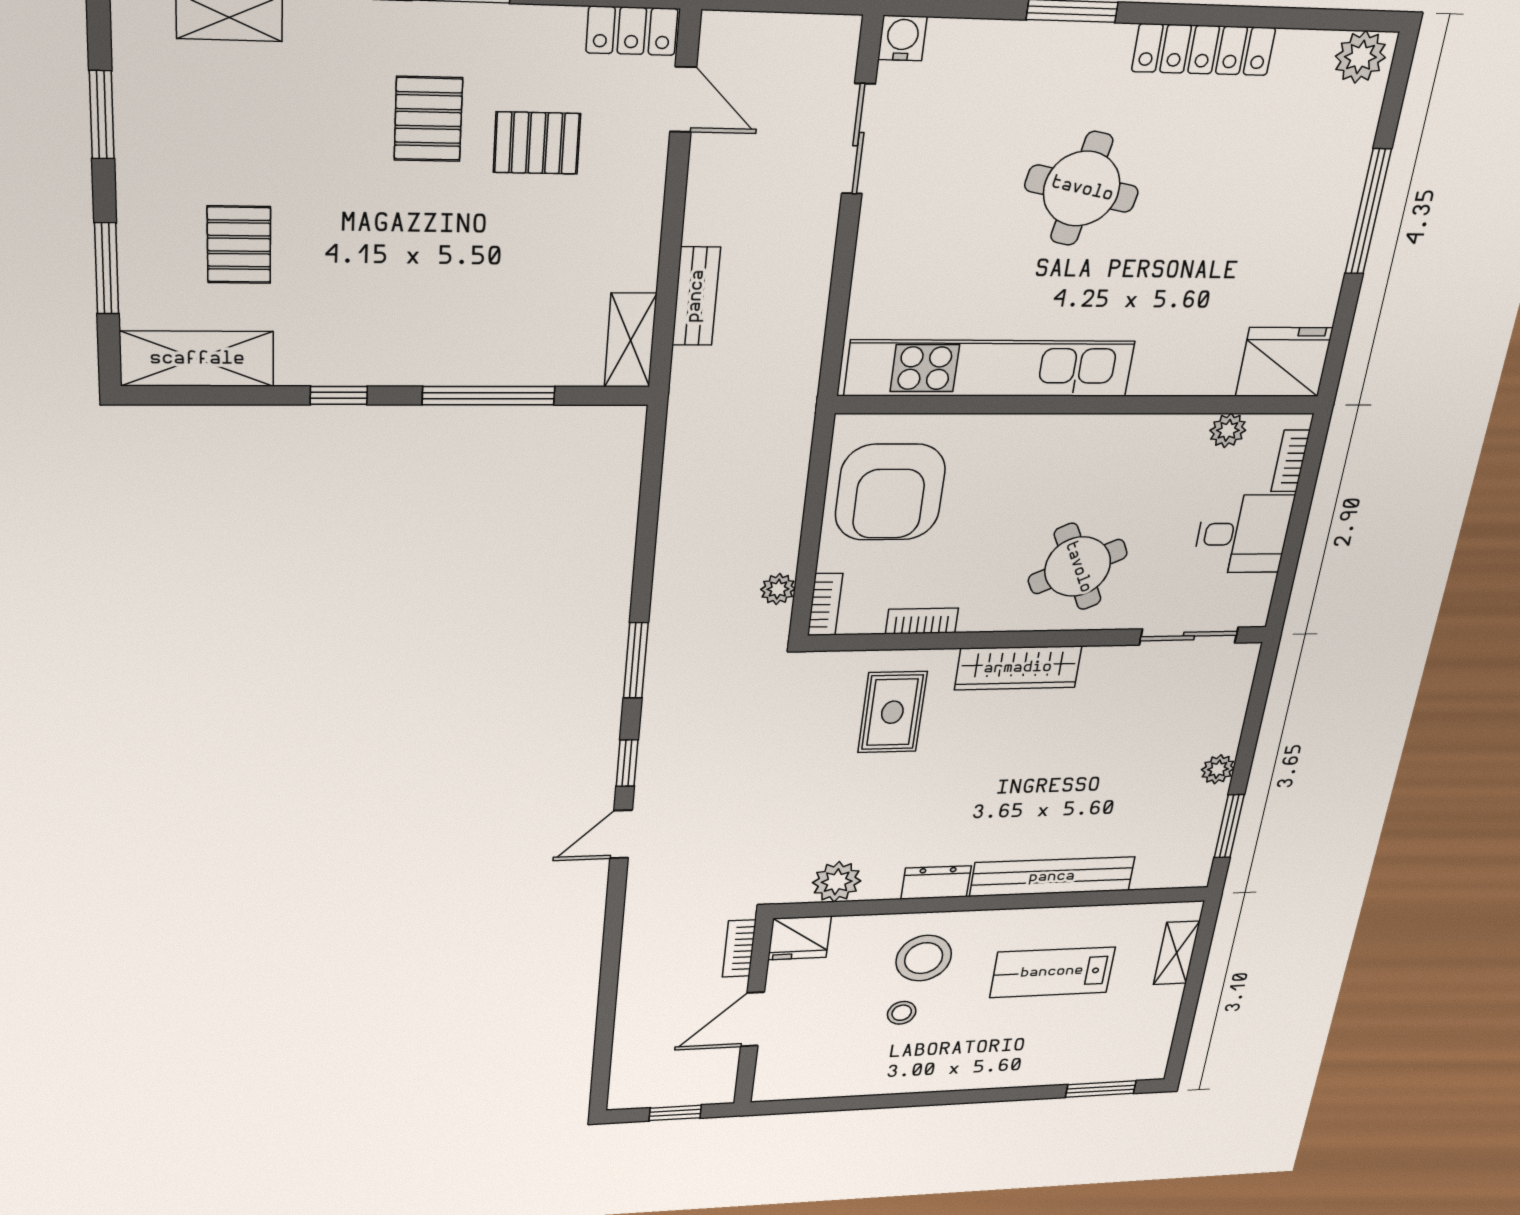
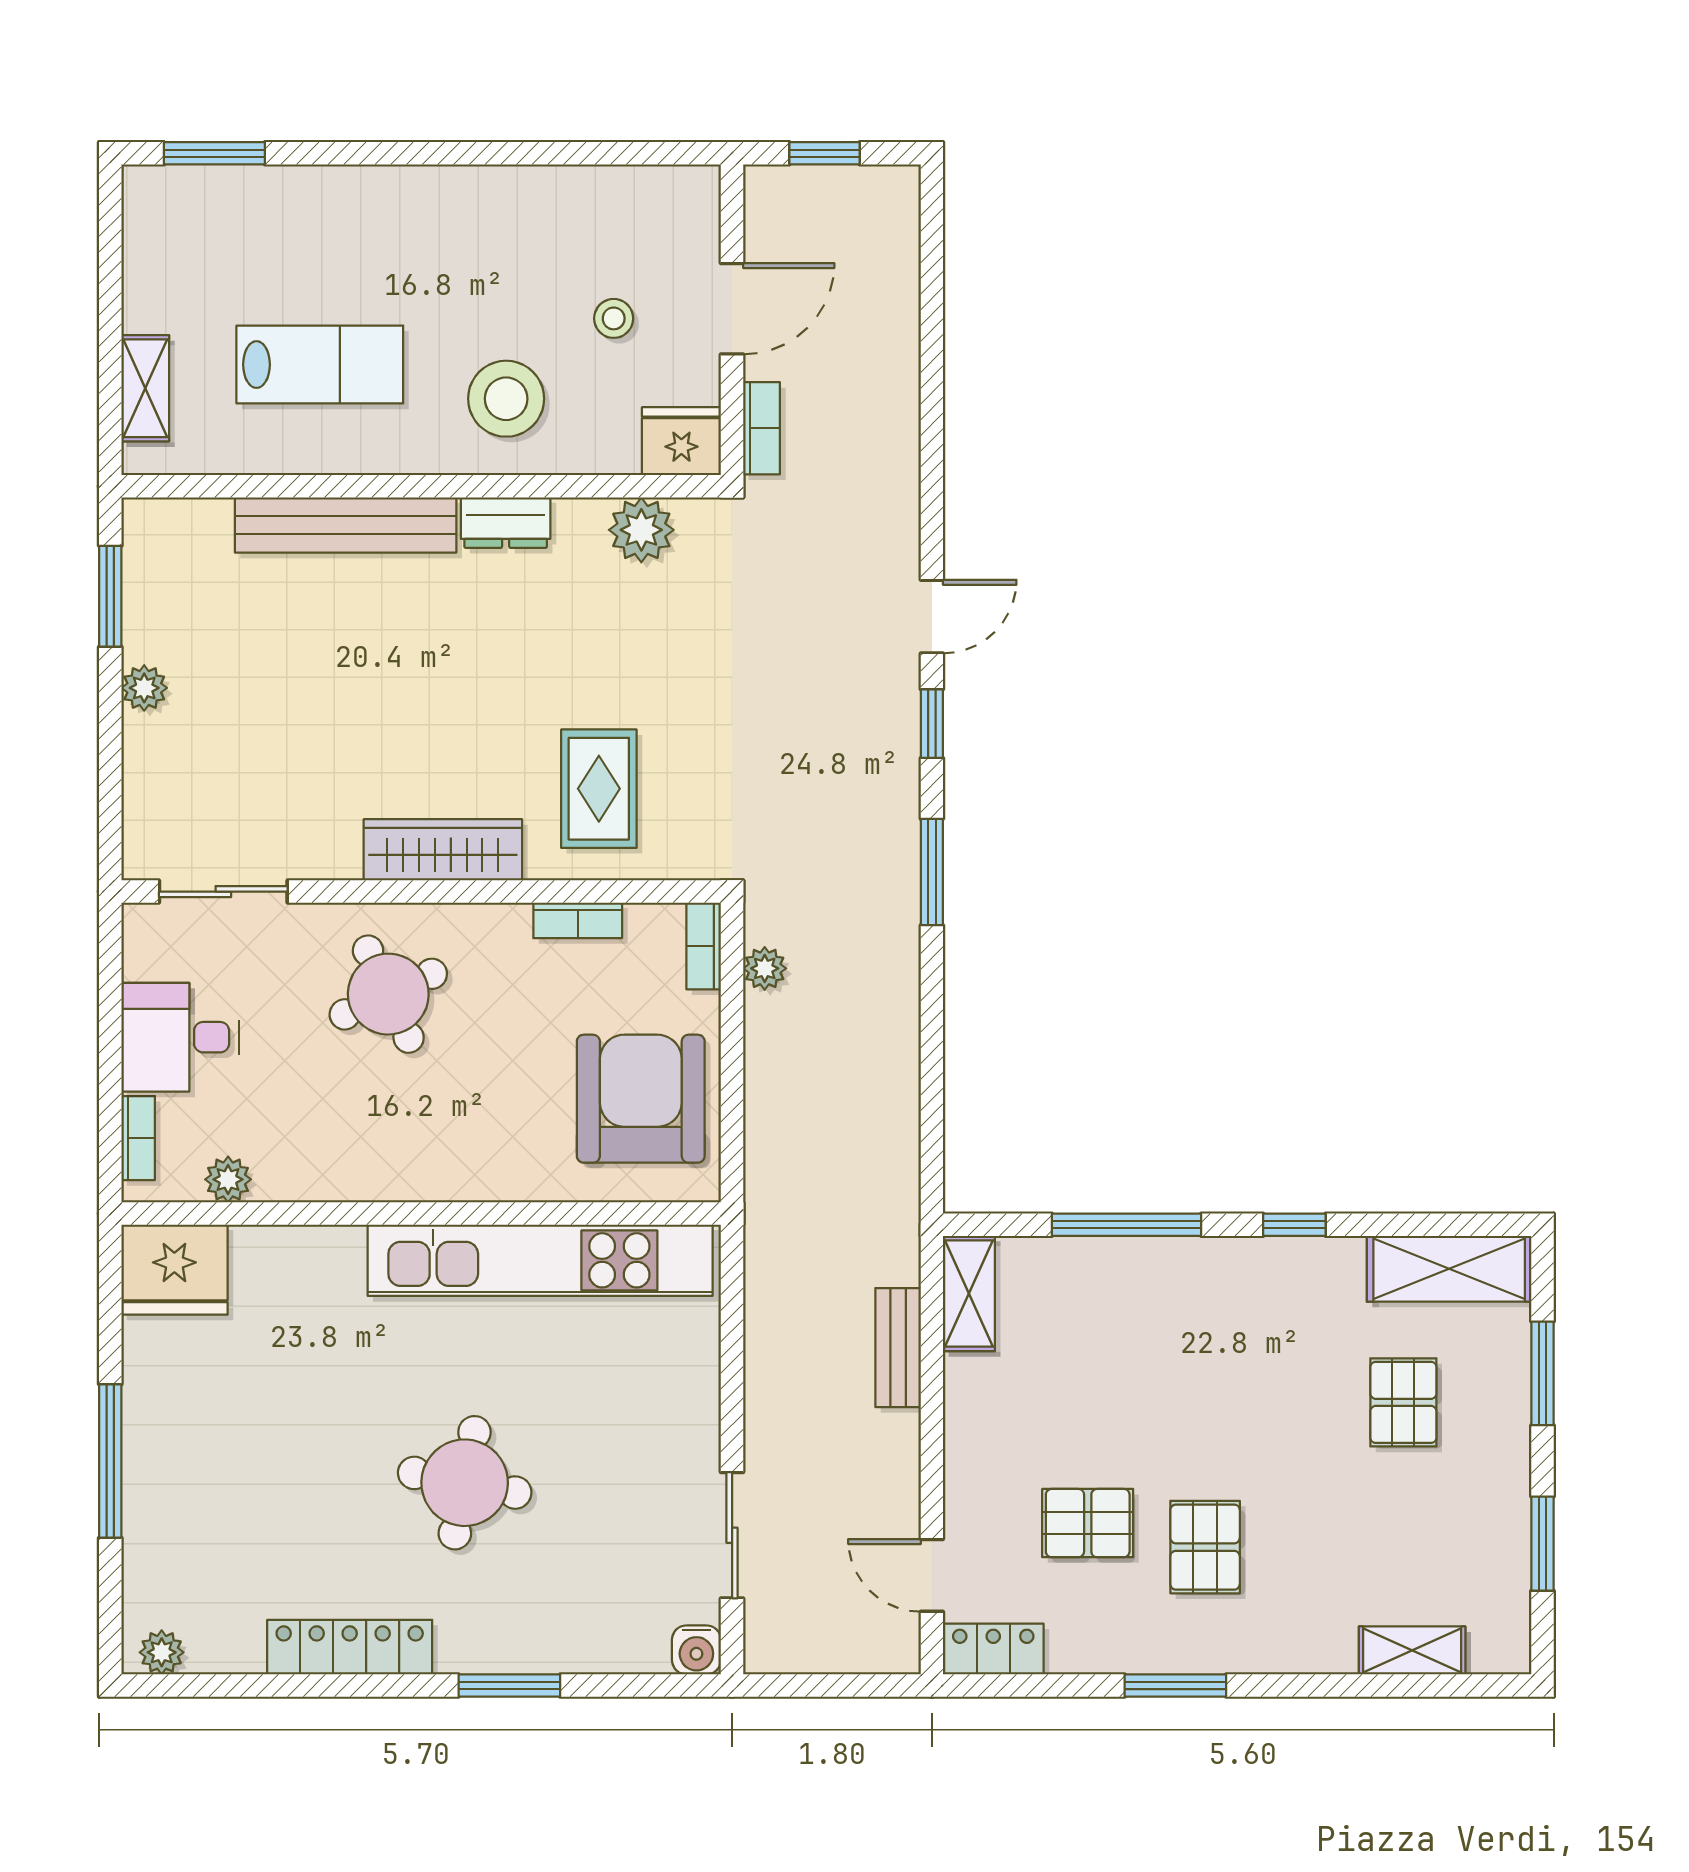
plant: (1360, 57) -> (162, 1652), width x0.73, depth x0.73
stool: (902, 1013) -> (614, 318), moved

